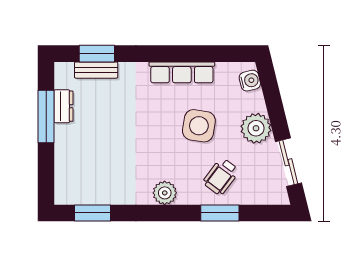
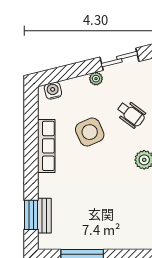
dresser: (64, 106) -> (74, 242), removed
side table: (199, 126) -> (90, 132), turned -33
plant: (256, 128) -> (96, 79), width x0.53, depth x0.53

